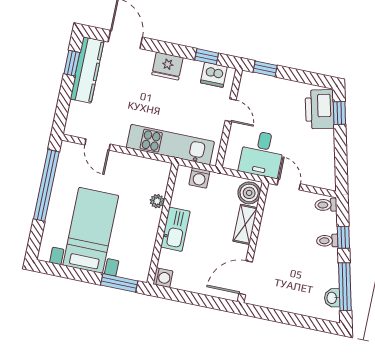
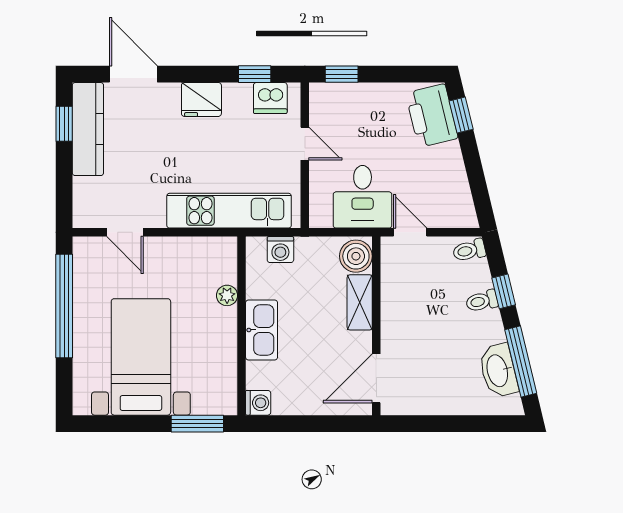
washbasin: (332, 298) -> (498, 371), width x1.91, depth x1.45

